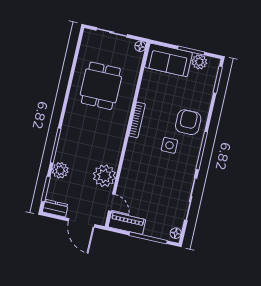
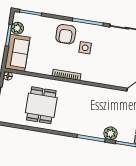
dining table: (101, 86) -> (41, 105), turned 90
armchair: (188, 122) -> (66, 34), turned -90
plant: (104, 176) -> (113, 98), removed

